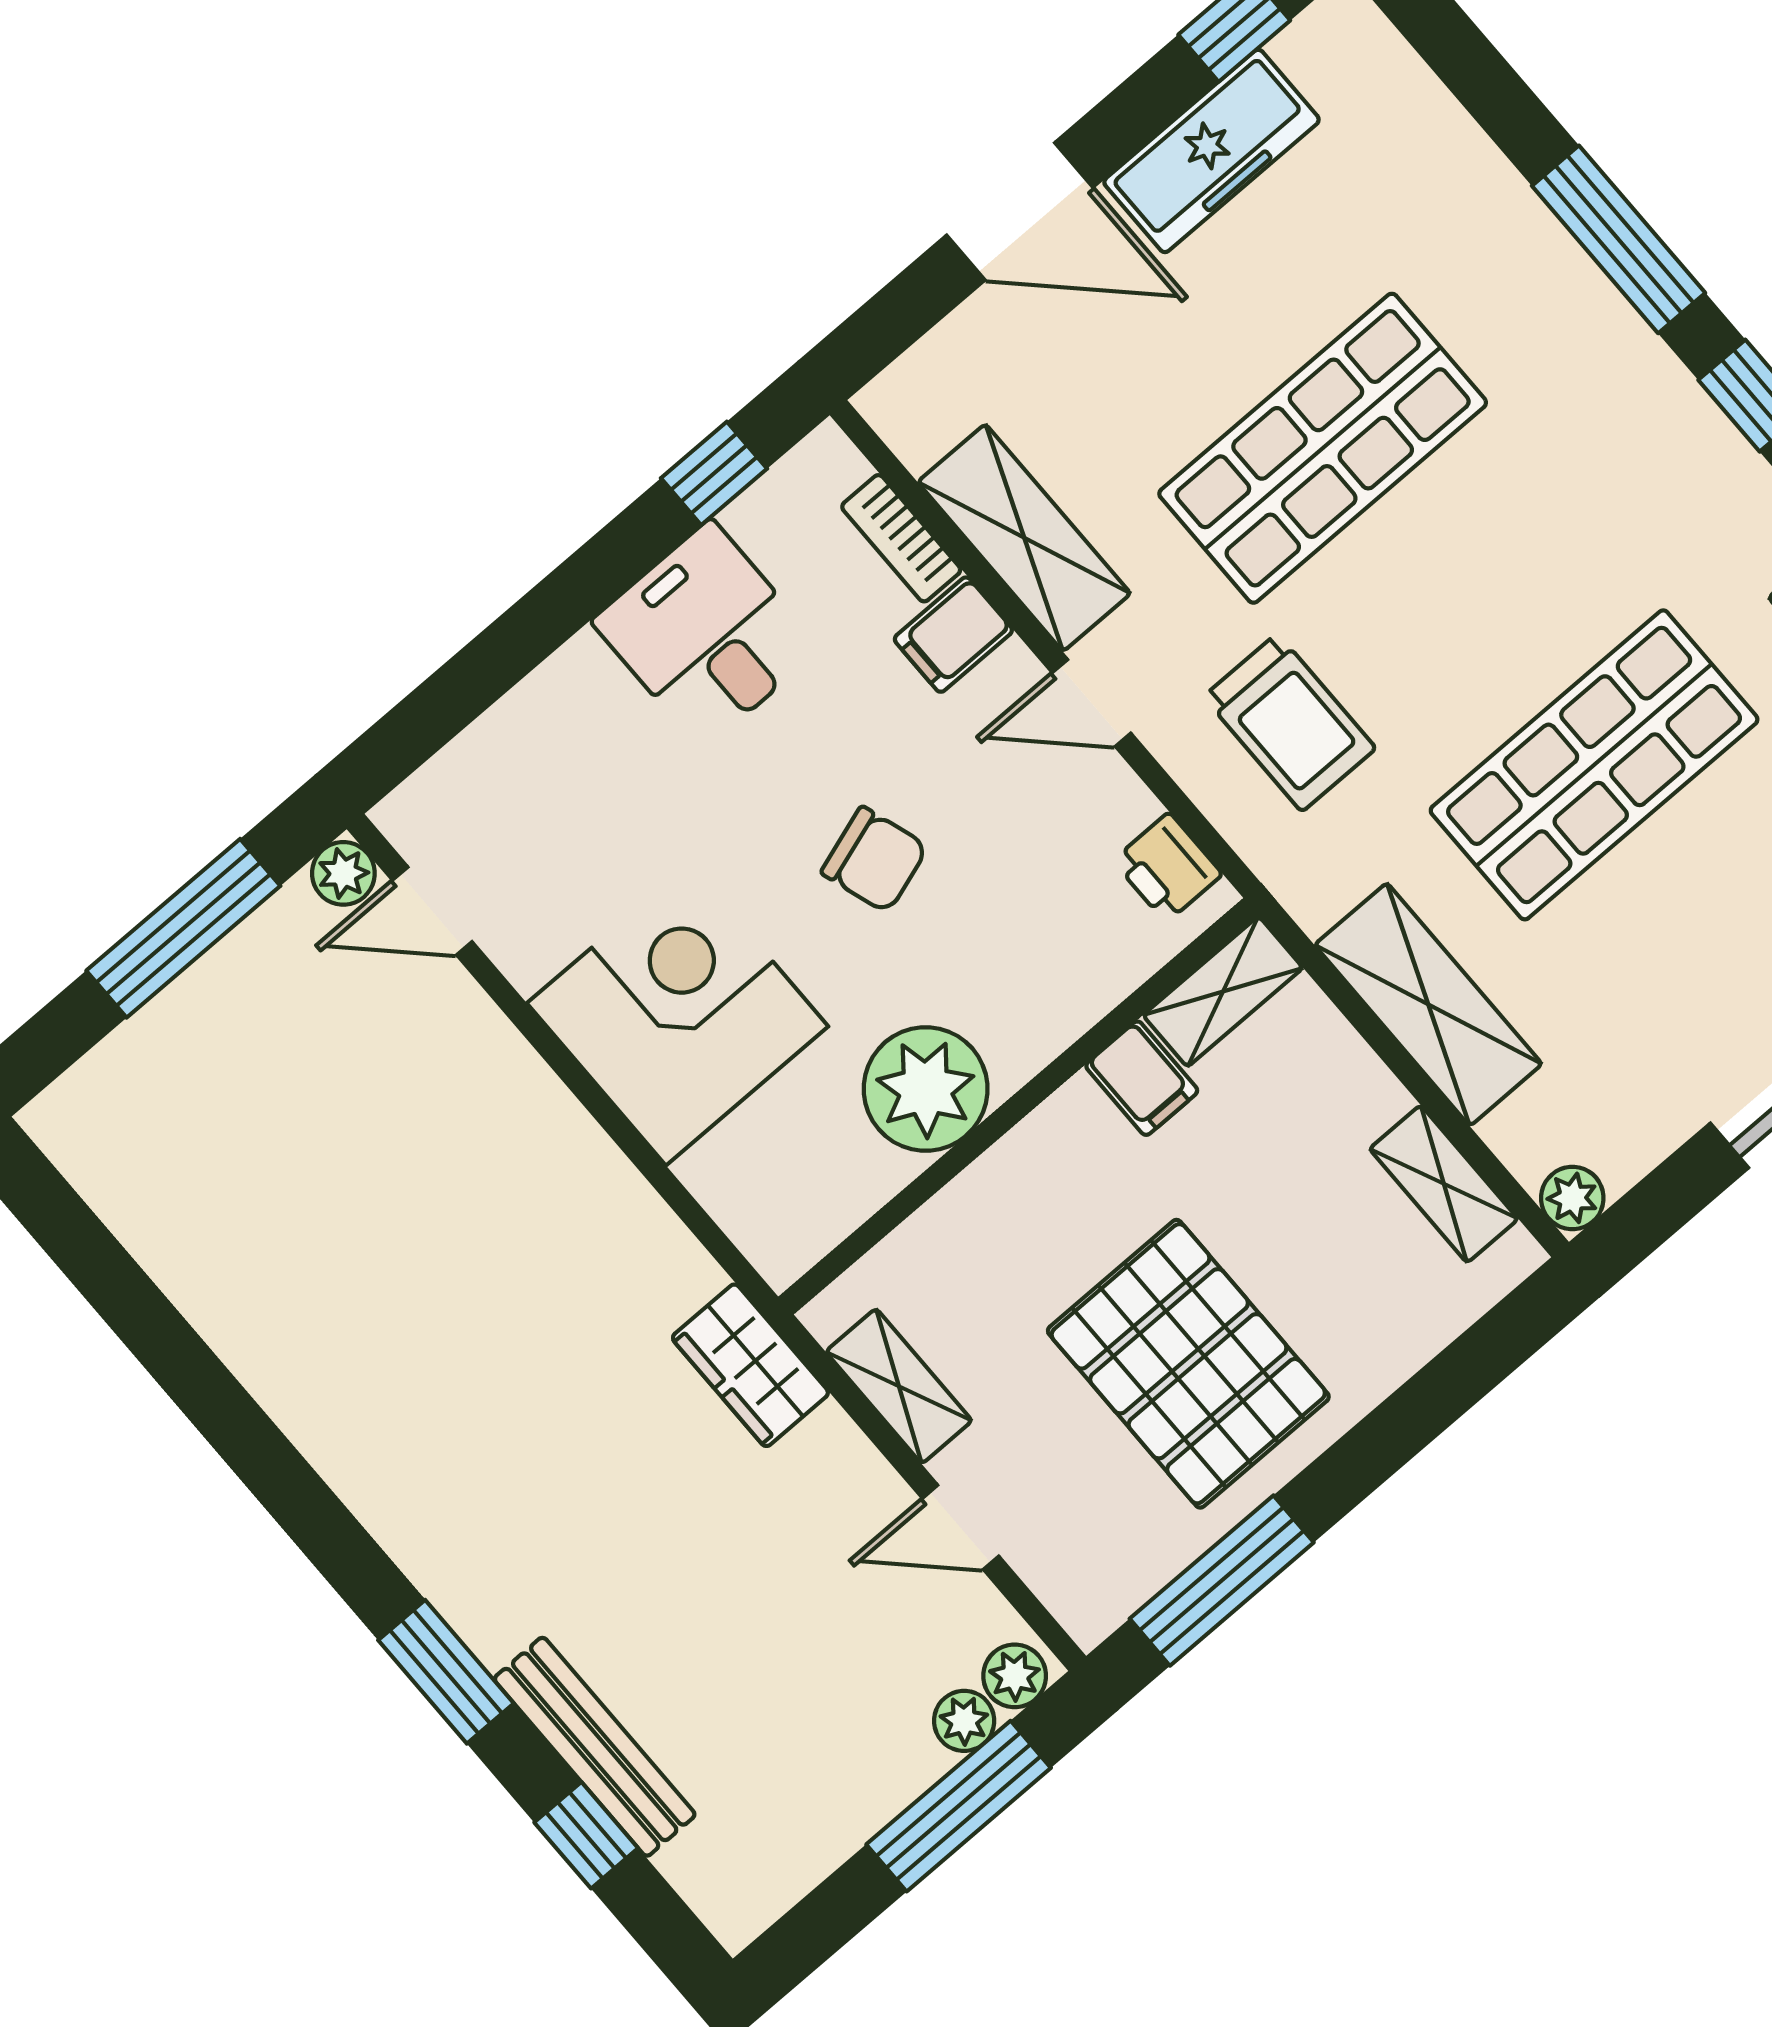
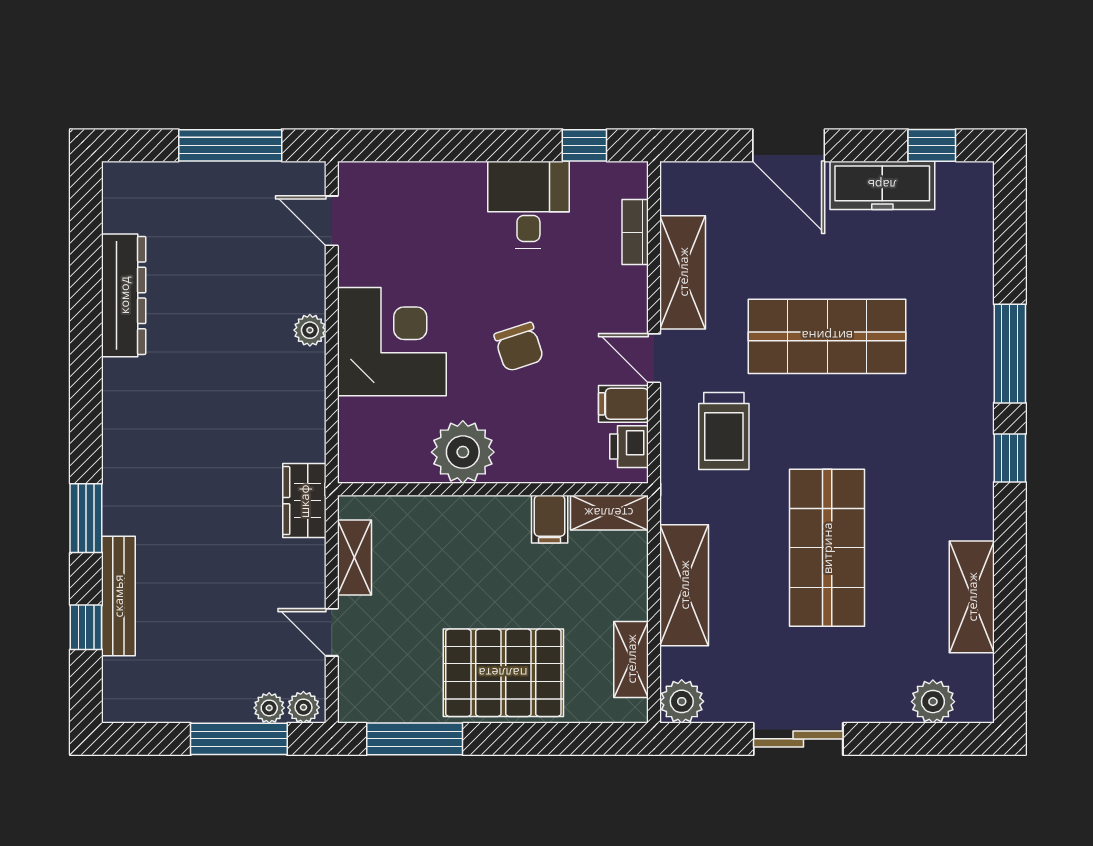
filing cabinet: (953, 635) -> (623, 404), moved
shop shelf: (1594, 765) -> (827, 548), turned 90
plant: (343, 873) -> (310, 330), moved
plant: (1572, 1198) -> (682, 701), width x1.38, depth x1.38
dresser: (217, 1290) -> (124, 295), added
pallet: (1188, 1364) -> (503, 673), moved, turned 90

